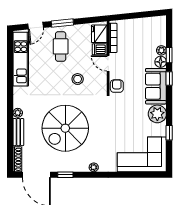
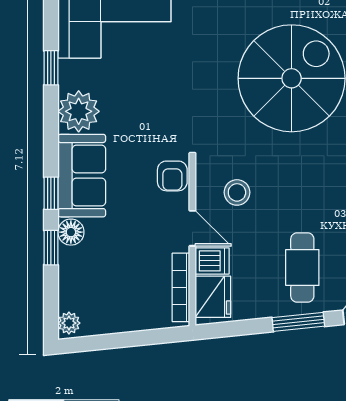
plant: (161, 50) -> (69, 323), moved
stool: (78, 79) -> (237, 192), moved

